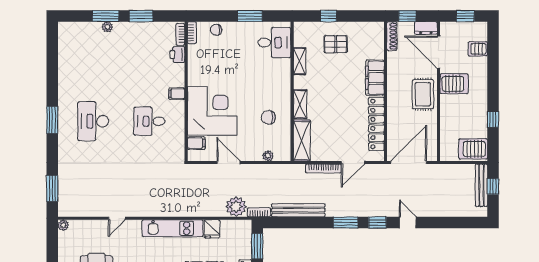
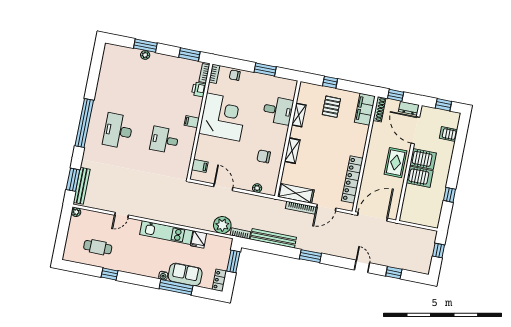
window: (141, 16) -> (189, 54), moved
desk: (274, 43) -> (278, 110), moved
pallet: (336, 44) -> (331, 107), turned 90
filing cabinet: (375, 78) -> (365, 109), moved
corner desk: (212, 111) -> (223, 117), moved
window: (52, 120) -> (84, 123), width x2.11
shelving: (302, 141) -> (296, 193), moved, turned 90
server rack: (473, 149) -> (420, 177), moved, turned 180
bench: (481, 185) -> (82, 186), moved
window: (377, 222) -> (394, 273), moved

